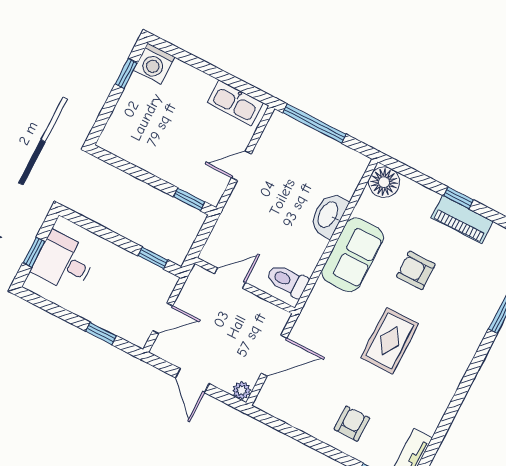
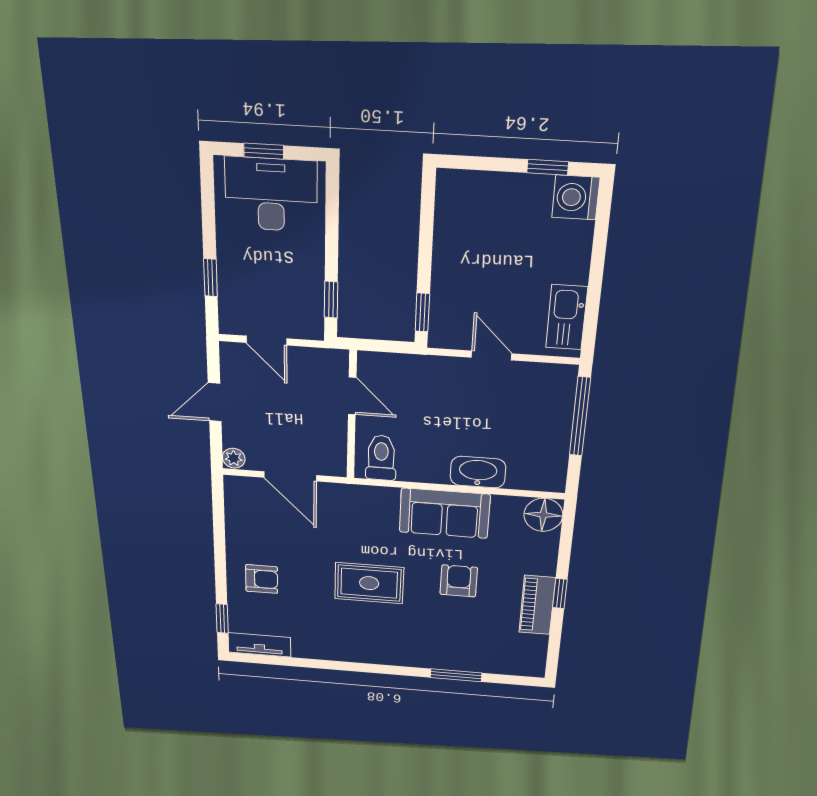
desk: (64, 262) -> (271, 194), width x1.37

